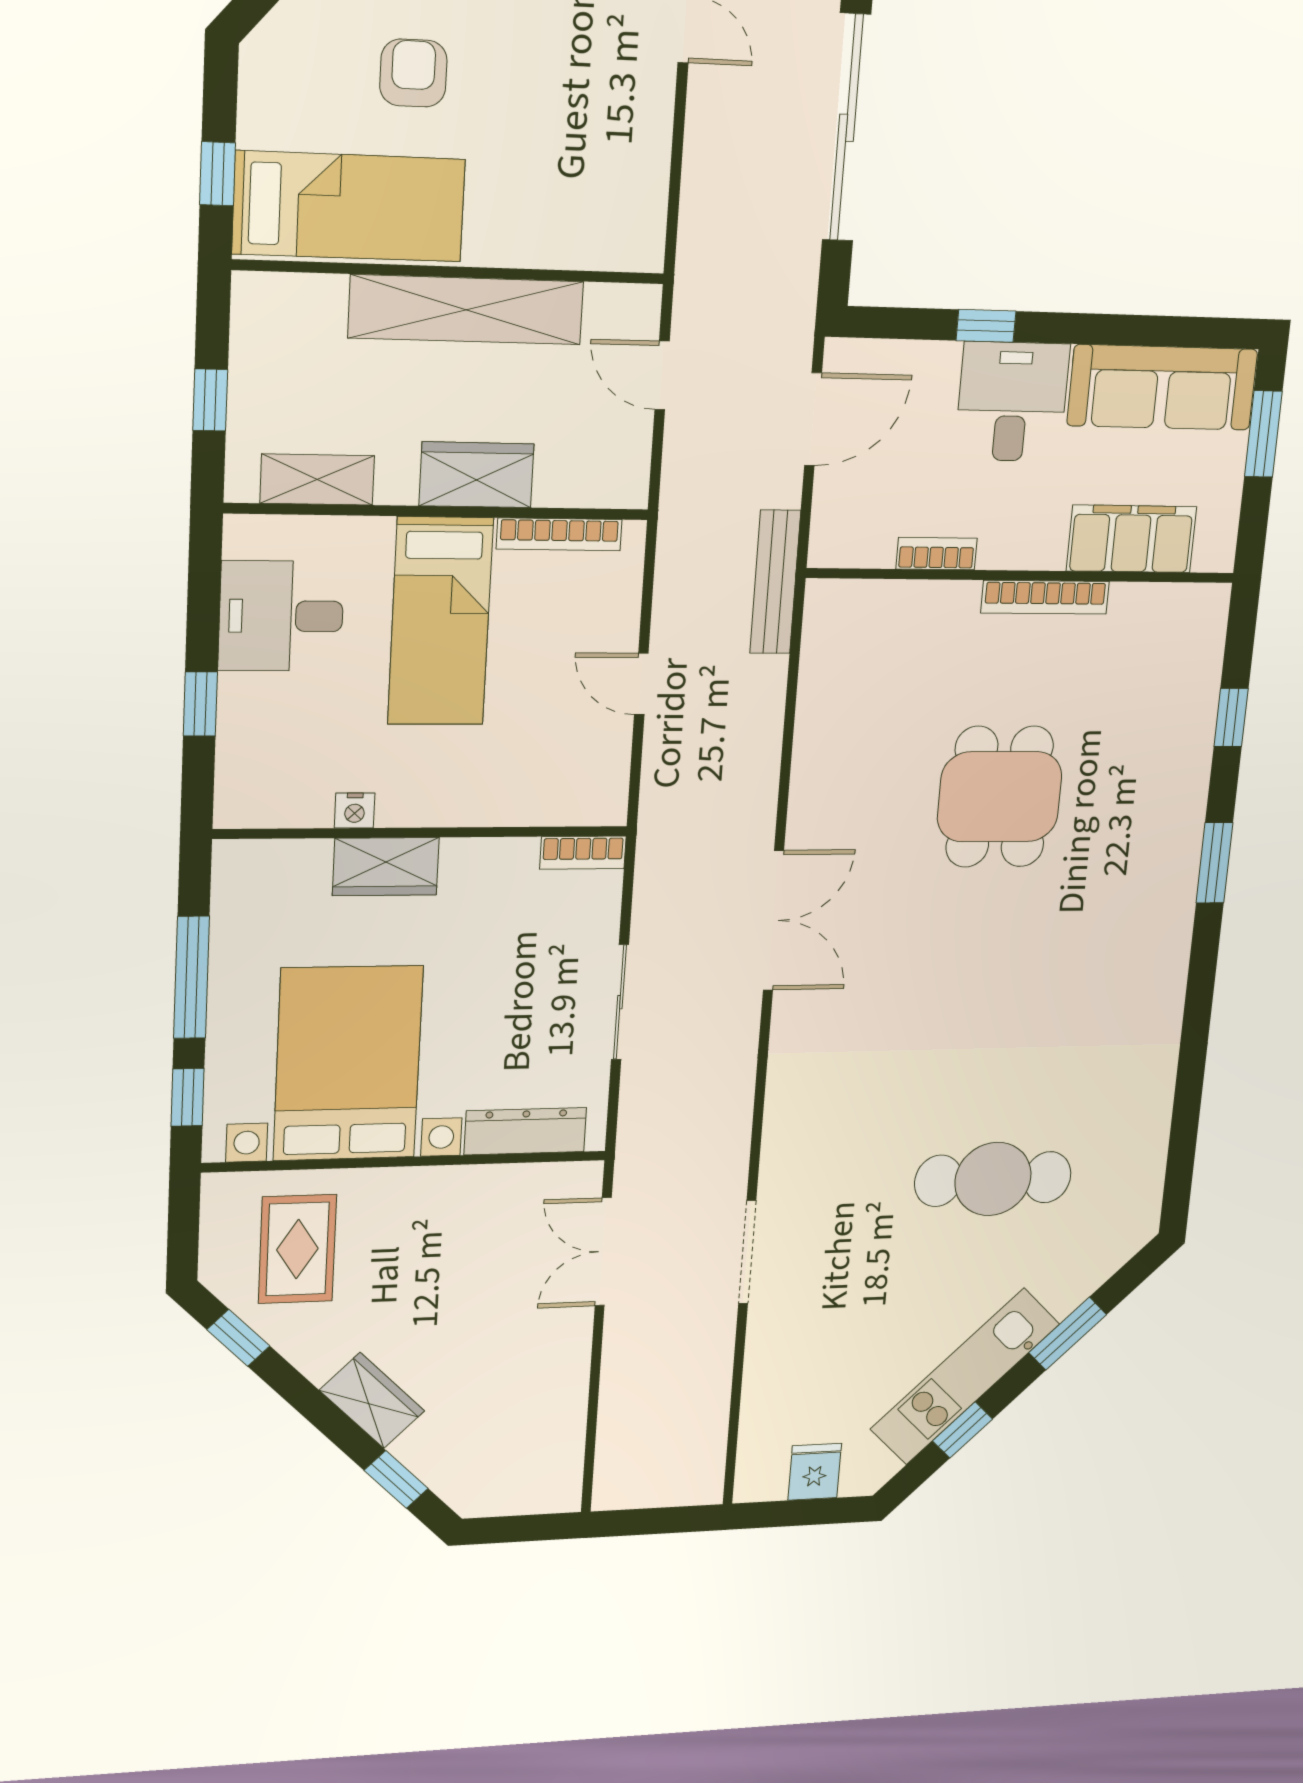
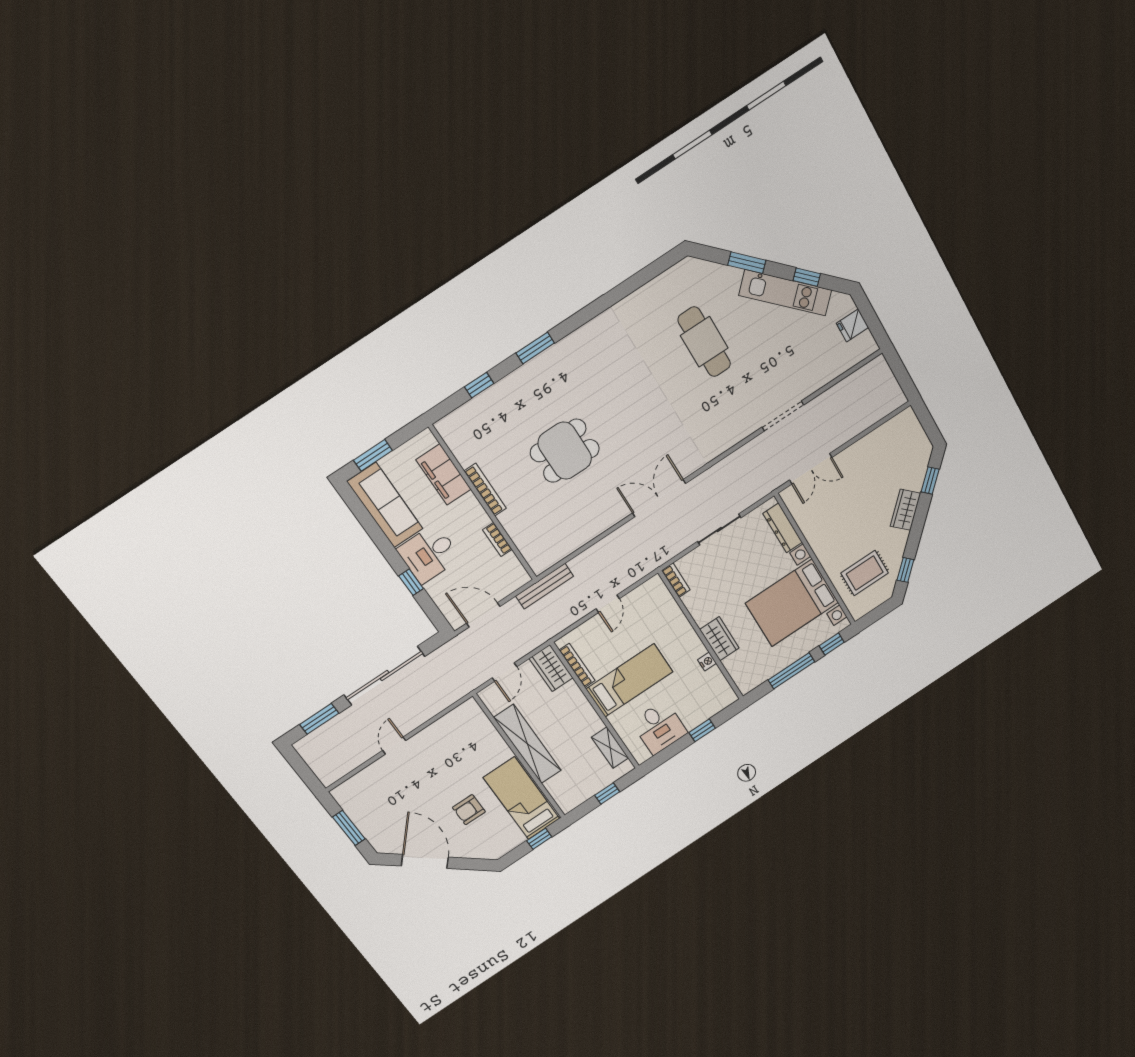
wardrobe: (477, 475) -> (551, 668), moved

